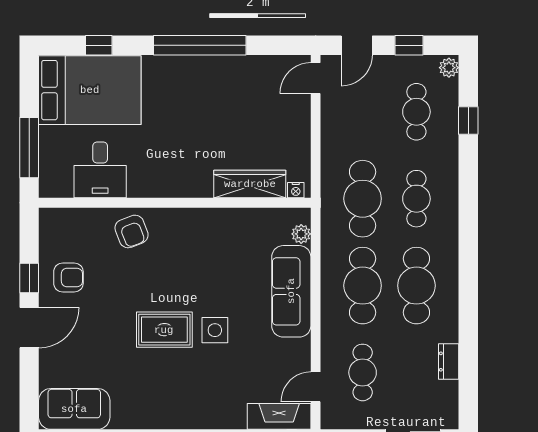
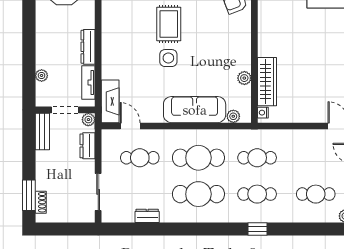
window: (468, 121) -> (258, 229), moved
cafe table: (363, 199) -> (257, 158), width x0.73, depth x0.74
plant: (245, 218) -> (244, 78), added

